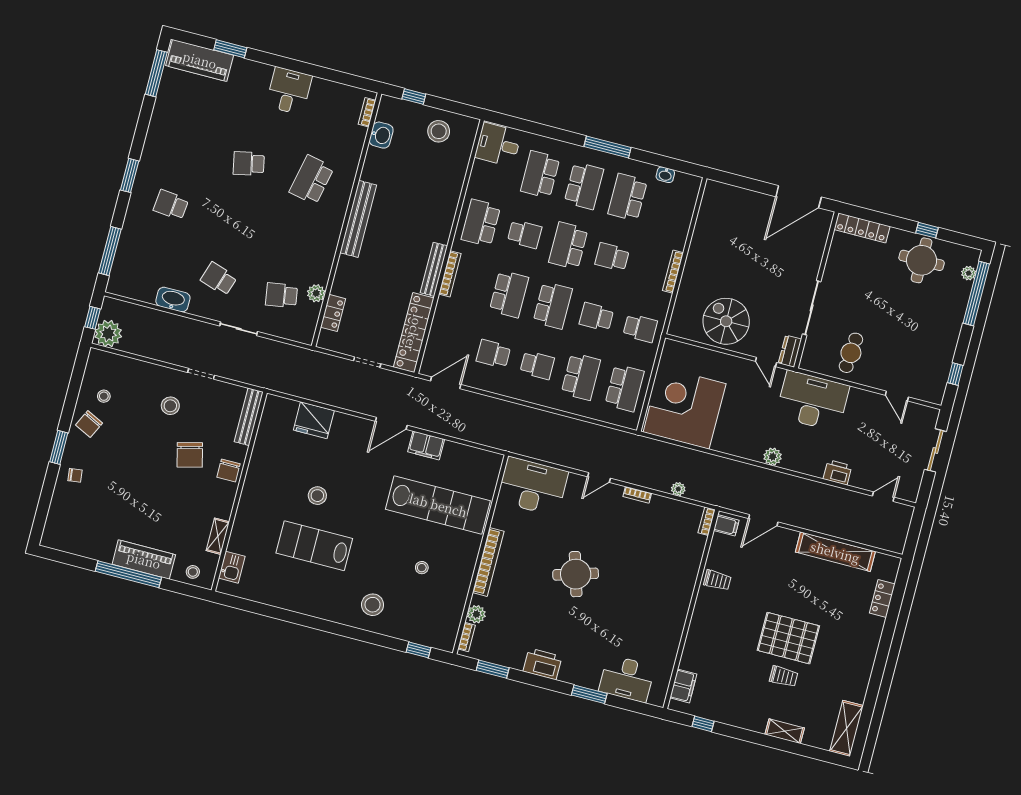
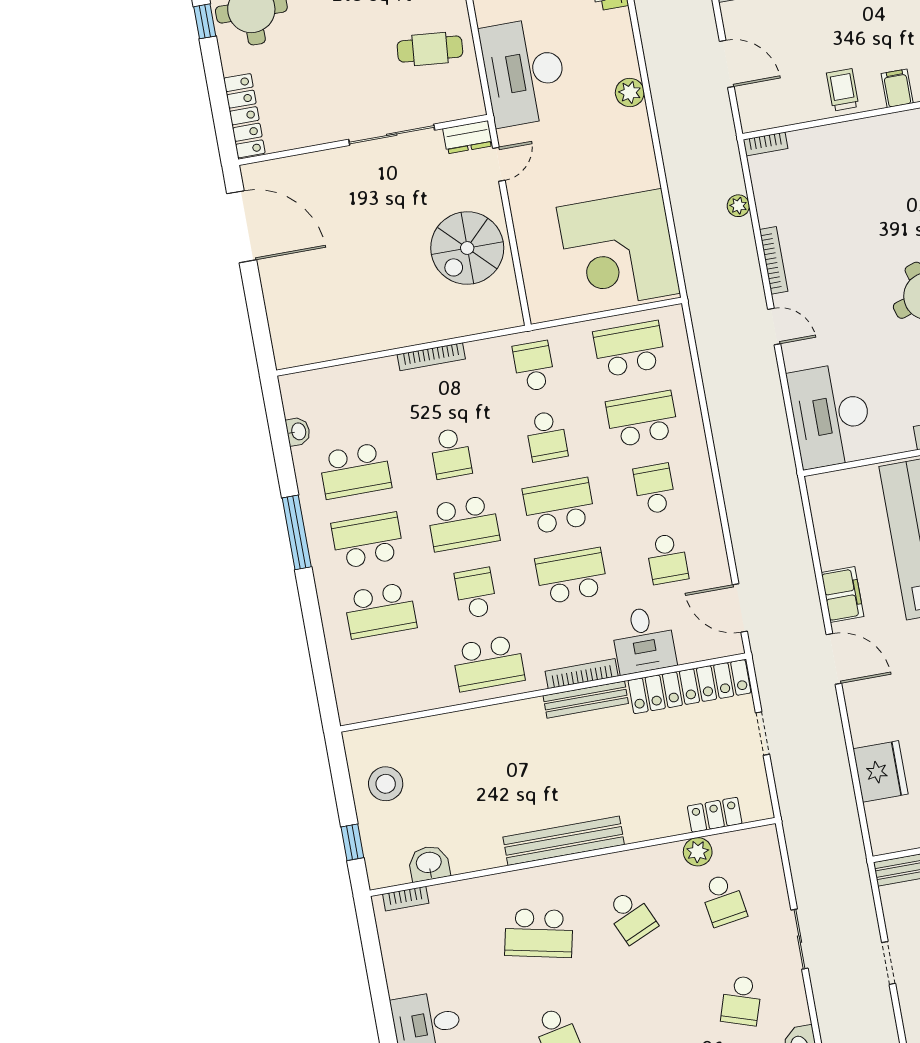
desk: (498, 145) -> (643, 640), moved
school desk: (297, 238) -> (631, 917), added
bookcase: (637, 495) -> (774, 260), width x1.56
filing cabinet: (726, 525) -> (897, 88), moved

